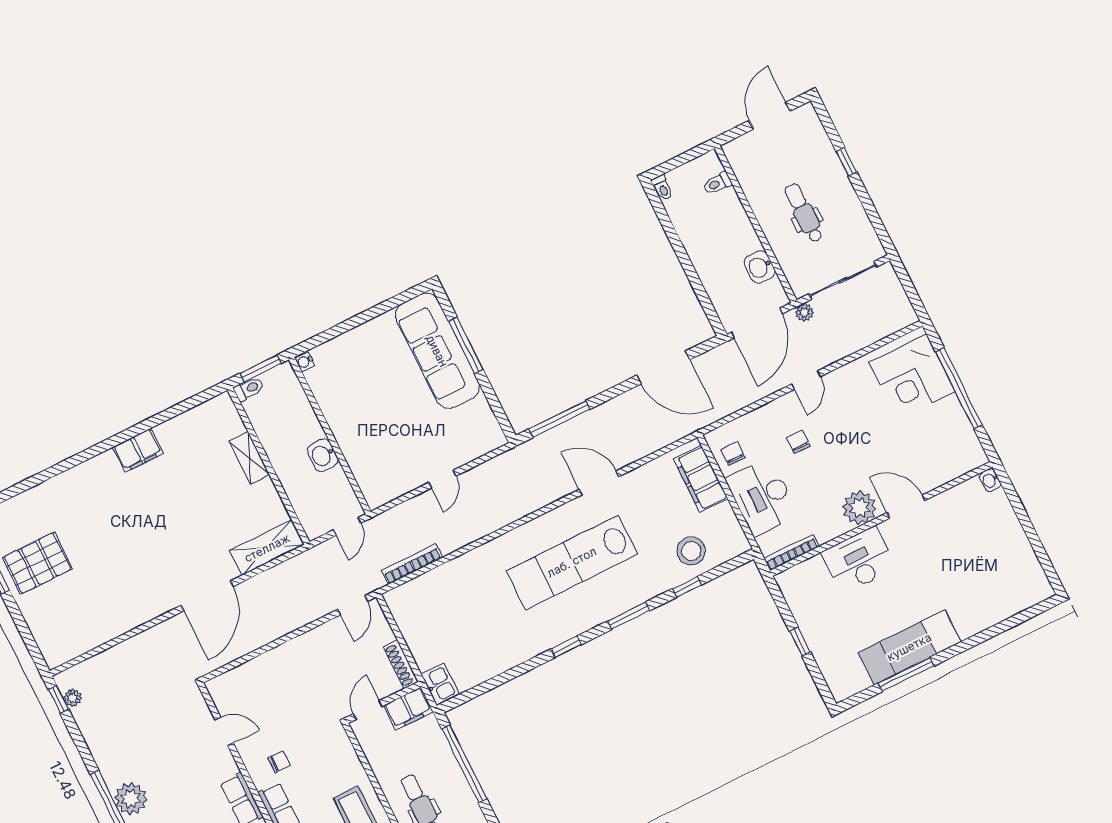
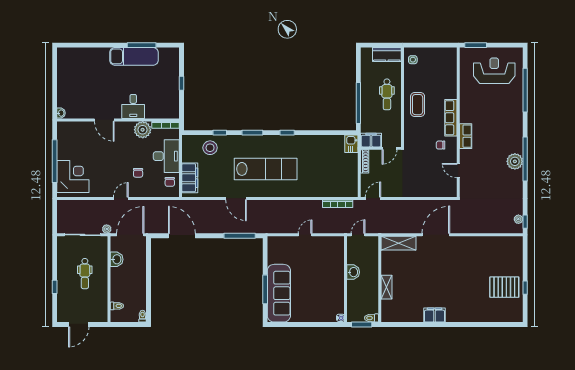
plant: (860, 508) -> (143, 130), moved
desk: (859, 560) -> (133, 106), width x0.73

